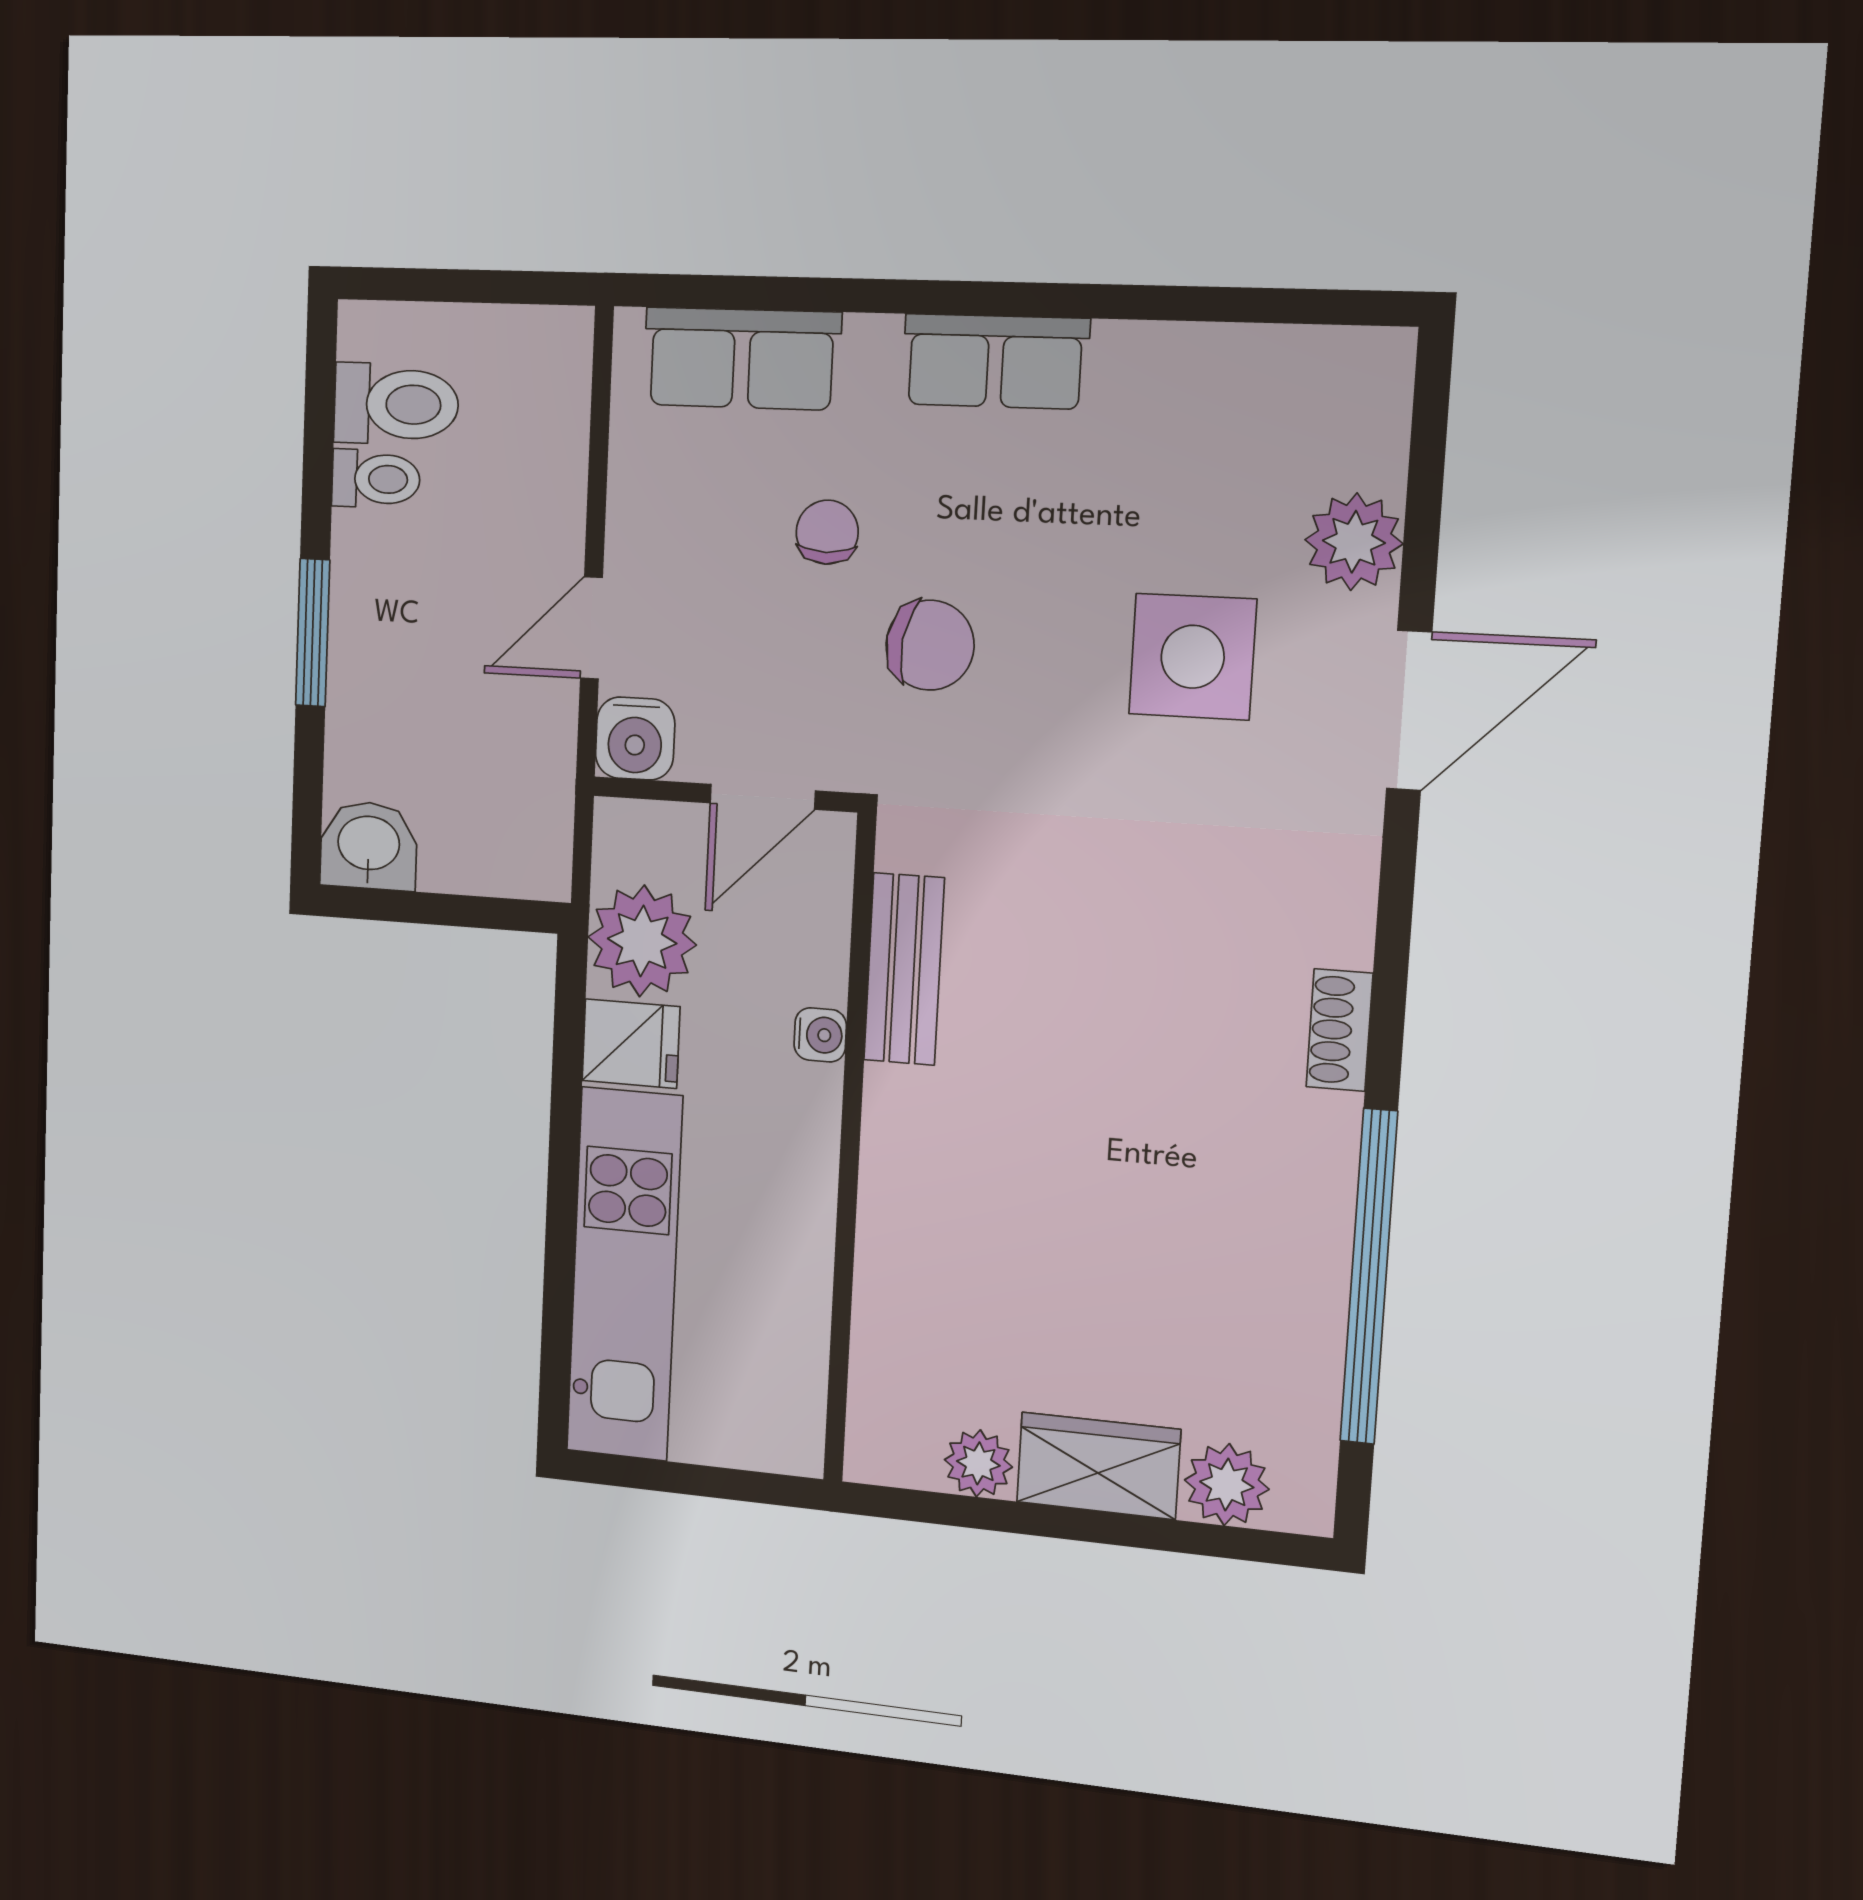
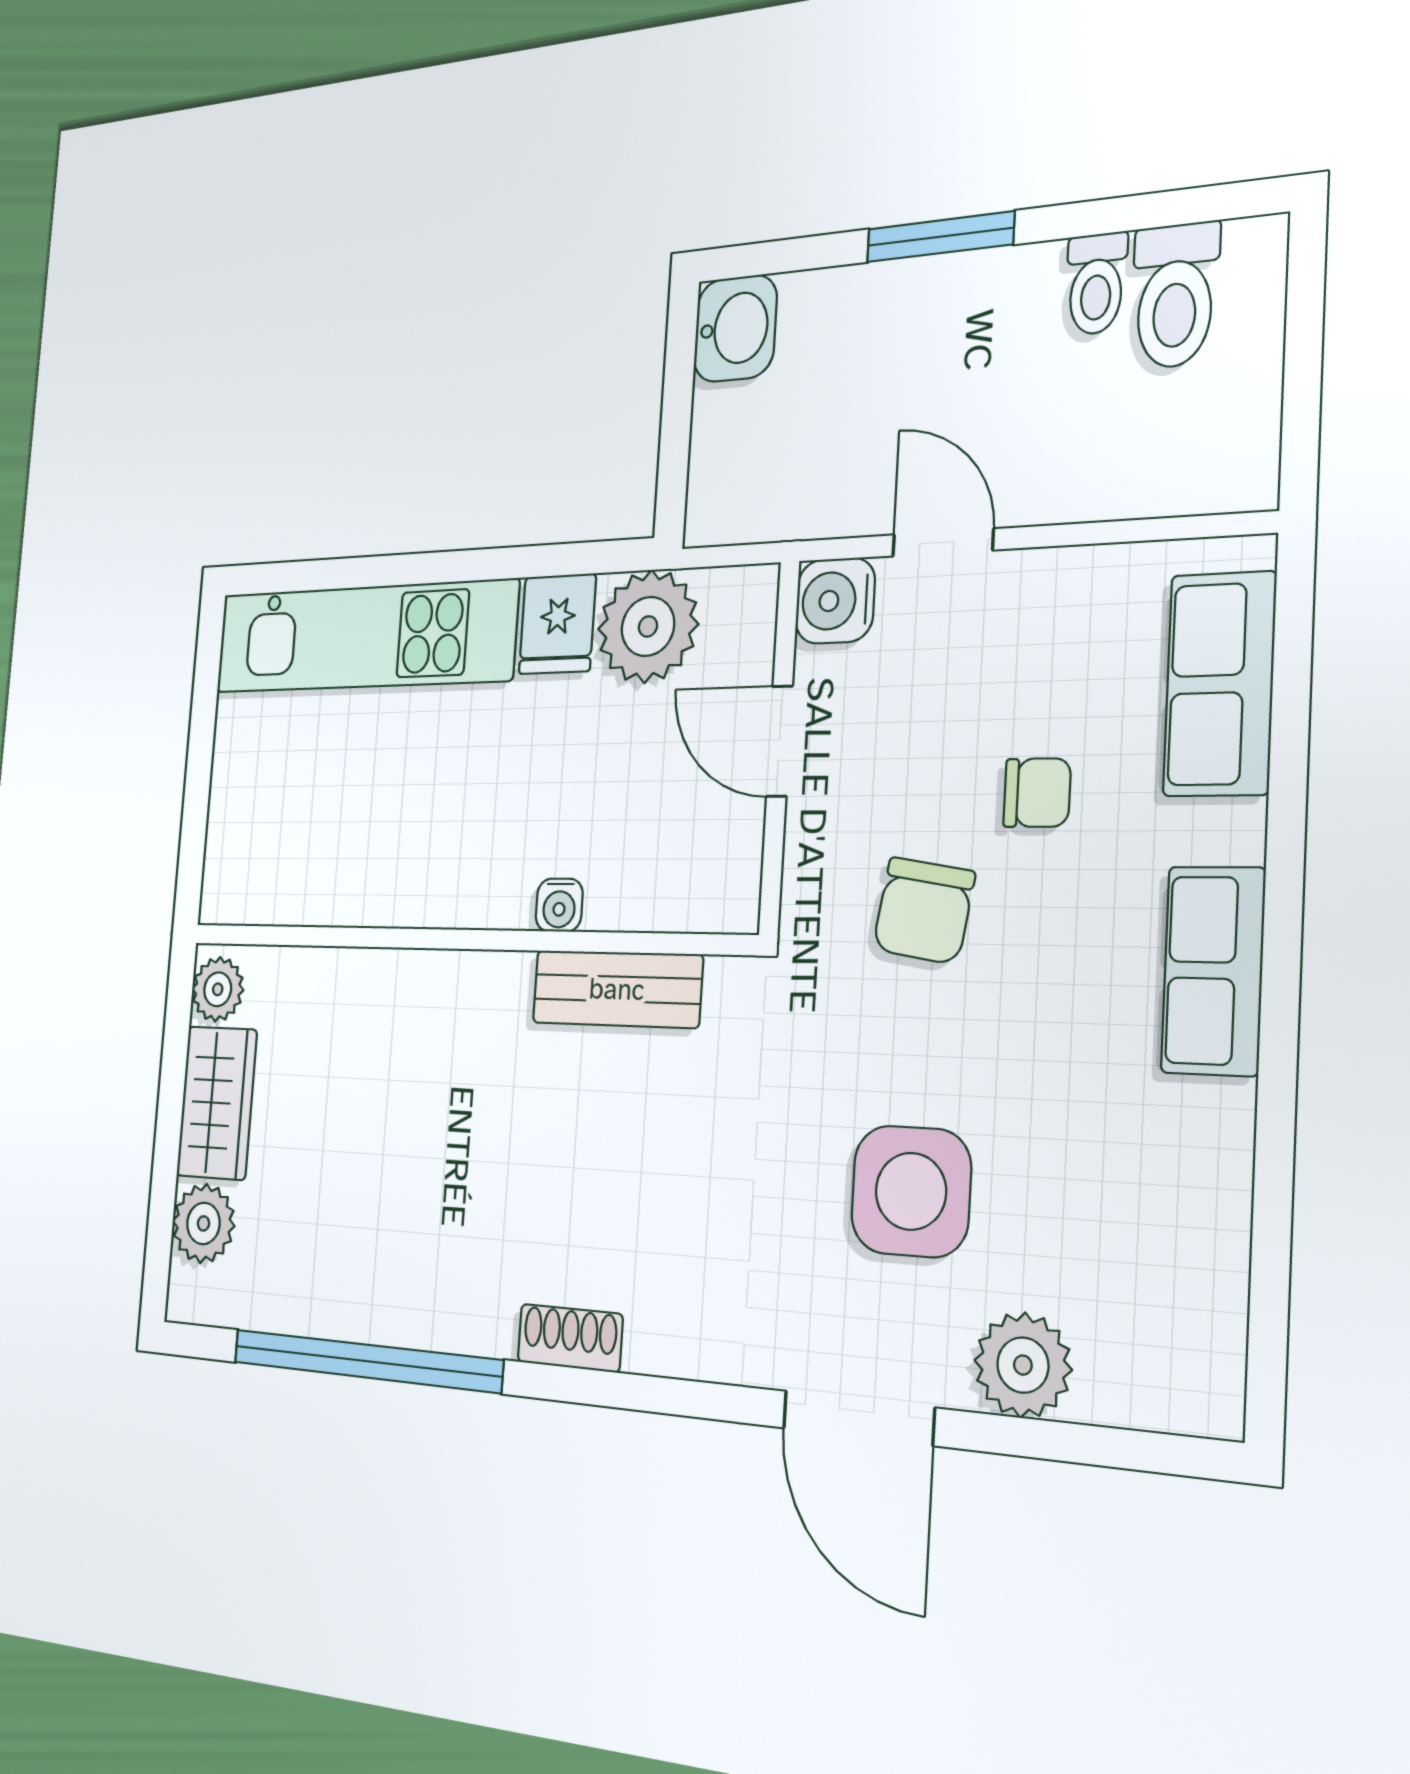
bench: (904, 969) -> (617, 989), moved
water cooler: (820, 1035) -> (559, 905), moved
wall: (850, 1151) -> (460, 939), moved

